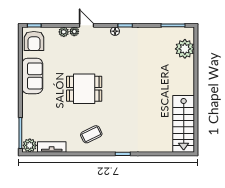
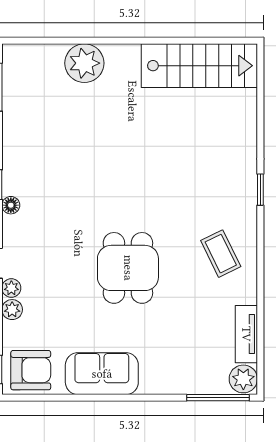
plant: (185, 49) -> (84, 63), moved

